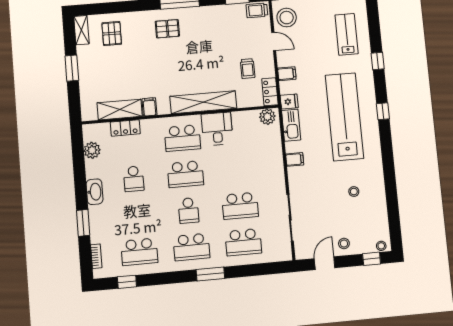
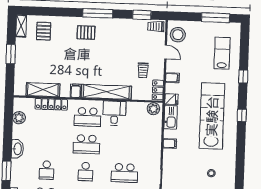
filing cabinet: (149, 107) -> (76, 91), moved
locker: (125, 128) -> (51, 104), width x1.53
school desk: (134, 179) -> (46, 170), moved

